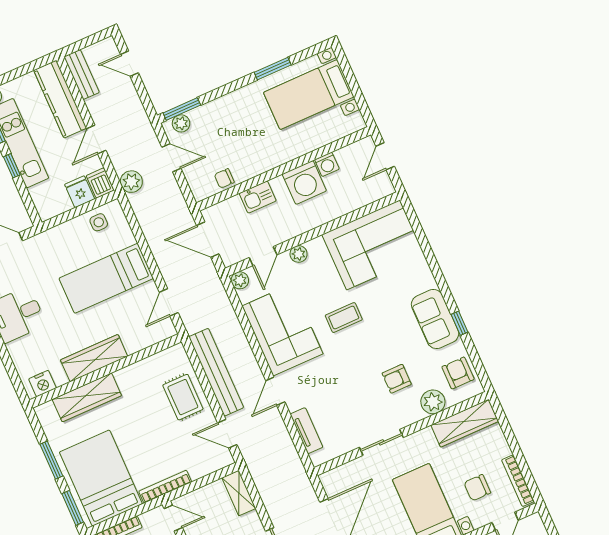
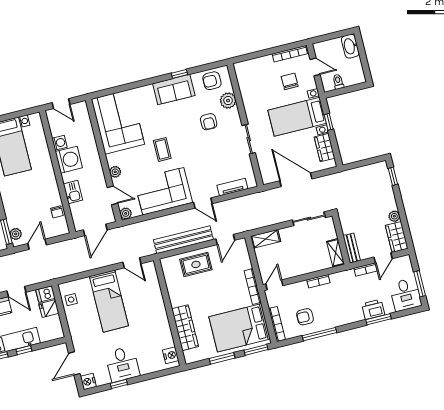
plant: (131, 182) -> (48, 273), removed
wardrobe: (94, 358) -> (160, 318), removed
wardrobe: (465, 423) -> (246, 82), removed
chair: (477, 488) -> (290, 81), turned 180

